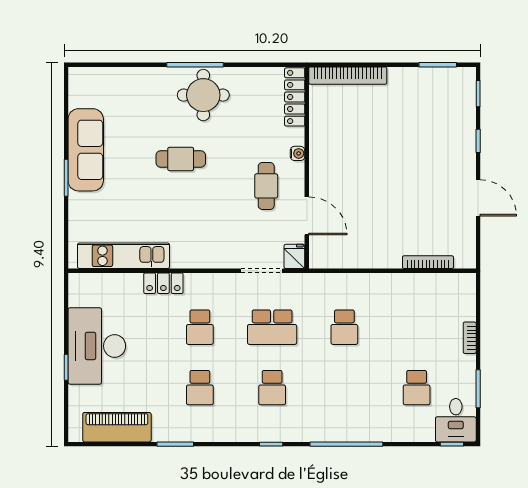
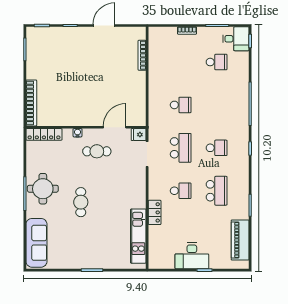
sofa: (86, 150) -> (36, 243), moved, turned 90
desk: (97, 346) -> (192, 256), width x0.73, depth x0.77
school desk: (200, 388) -> (217, 191), width x1.85

